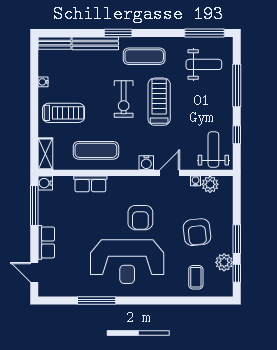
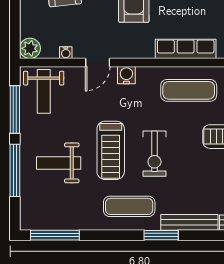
weight bench: (204, 64) -> (59, 163), moved
exercise bike: (124, 99) -> (154, 154), turned 180
window: (237, 135) -> (15, 109), width x2.17
row of seats: (90, 184) -> (186, 49), width x1.48
plant: (210, 184) -> (30, 48), moved

